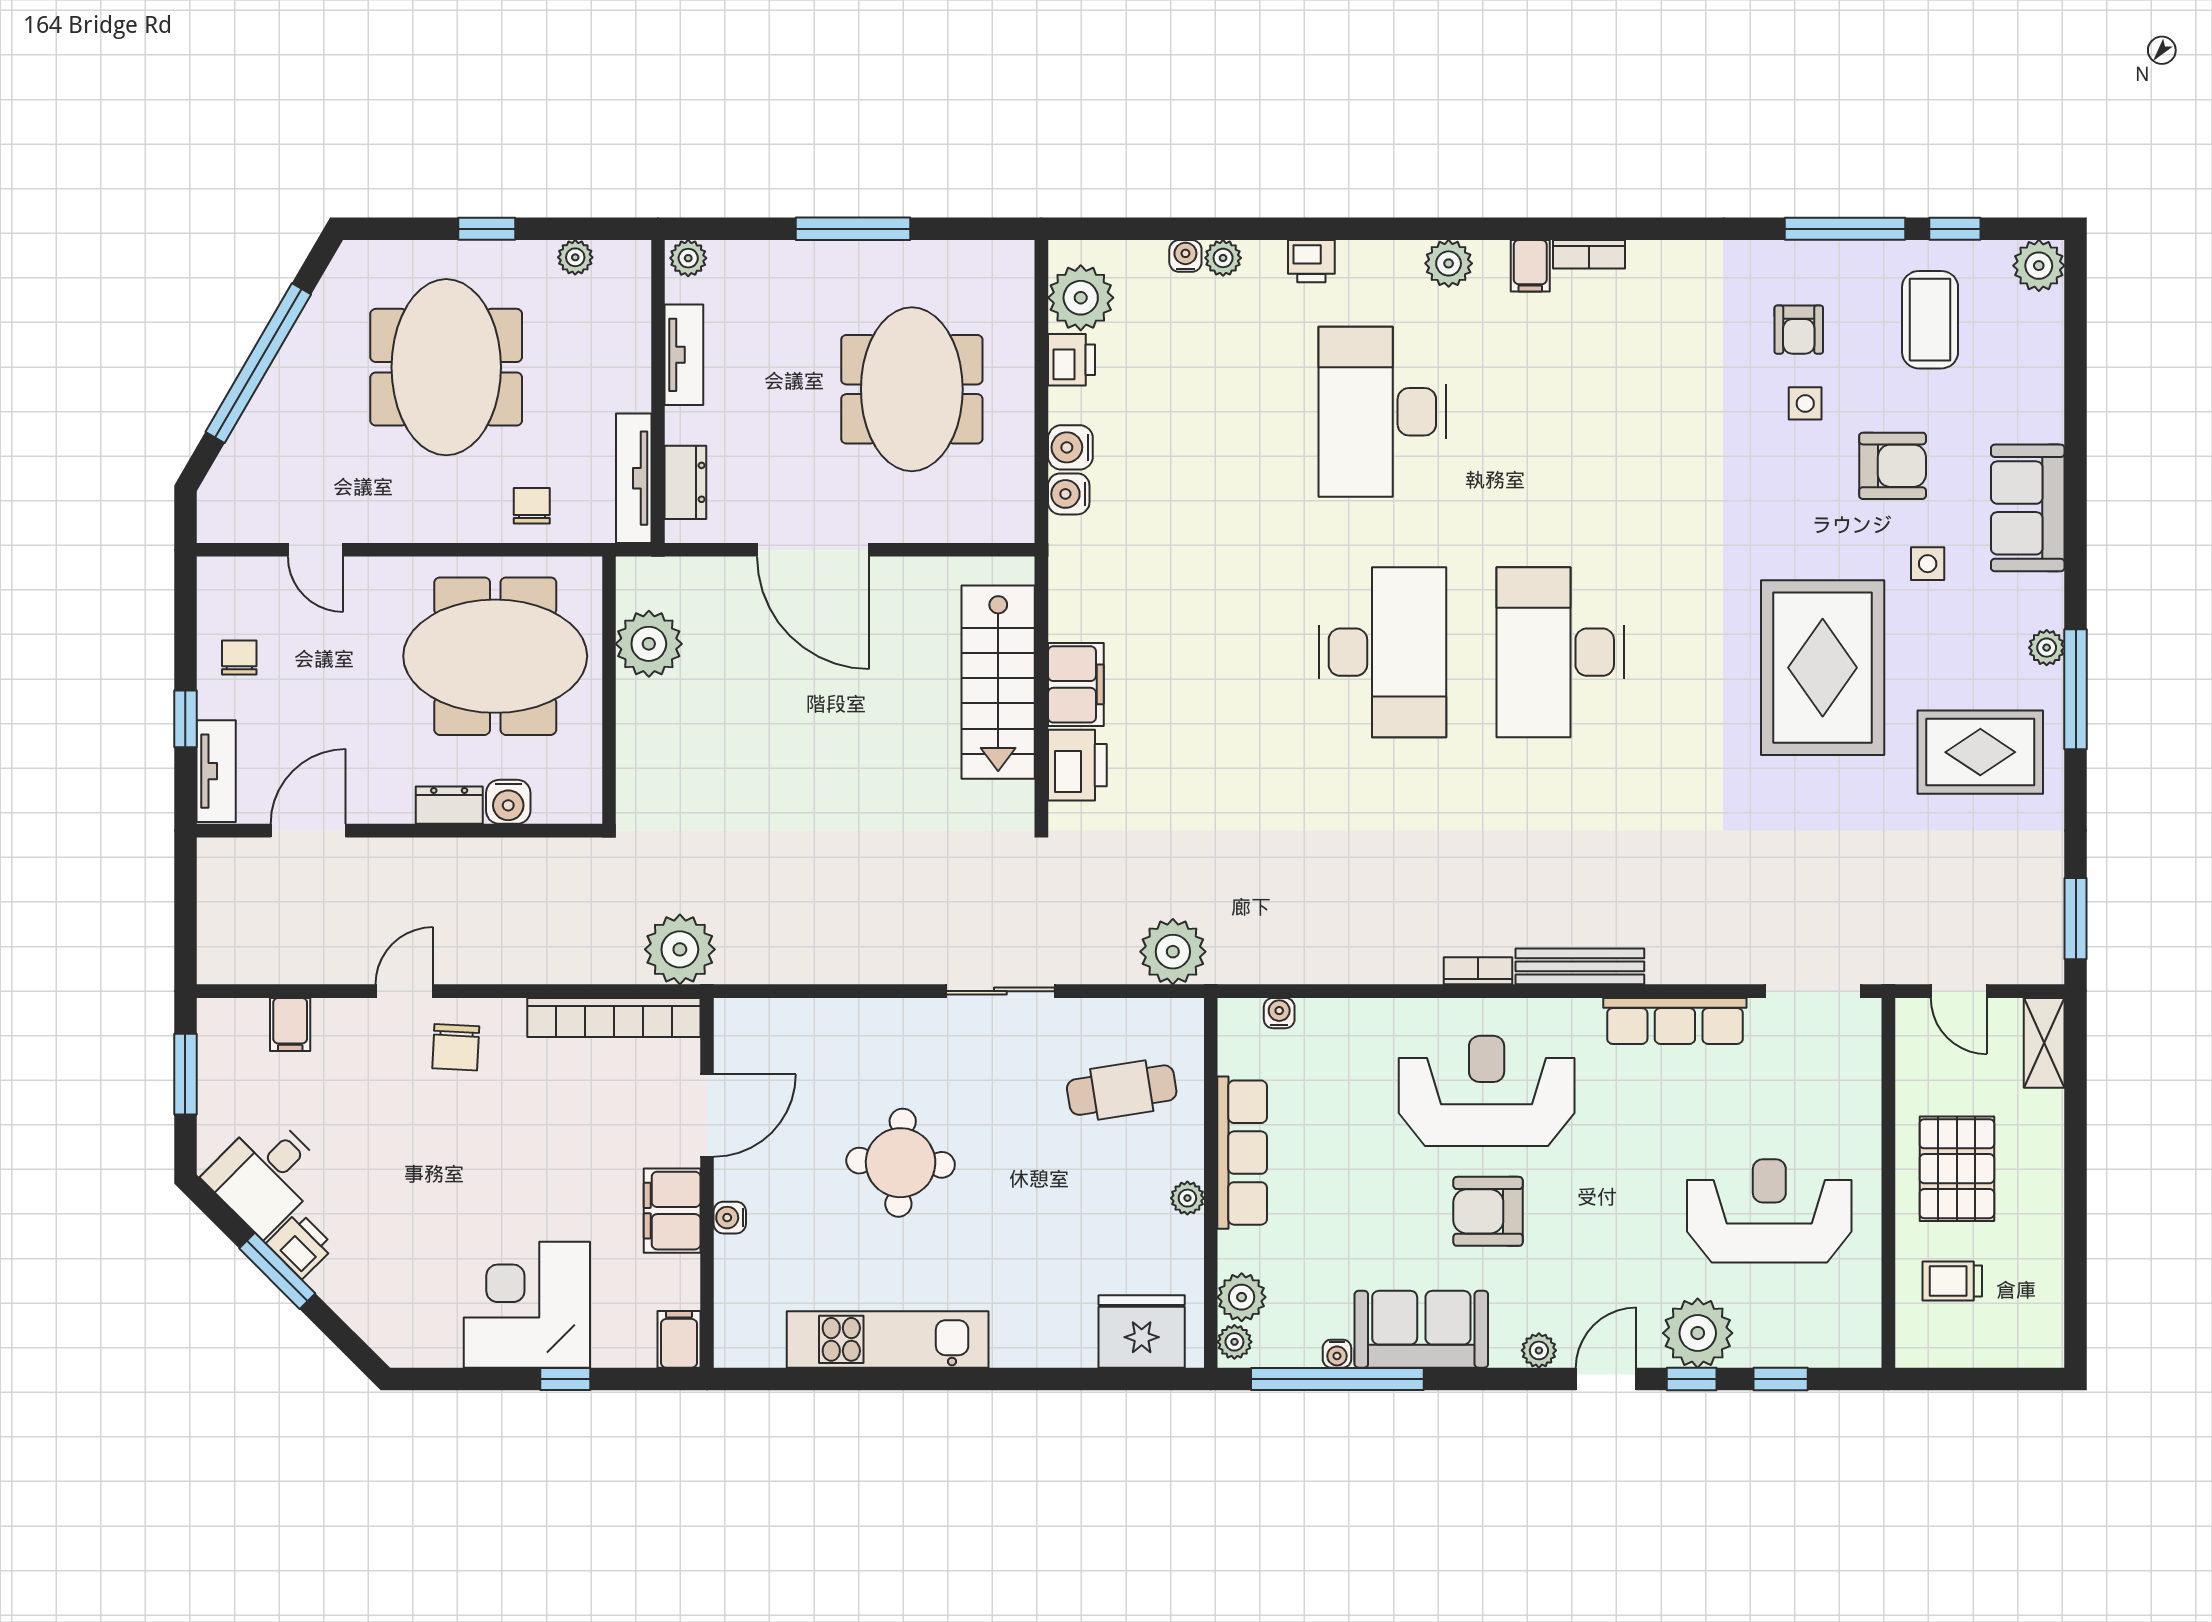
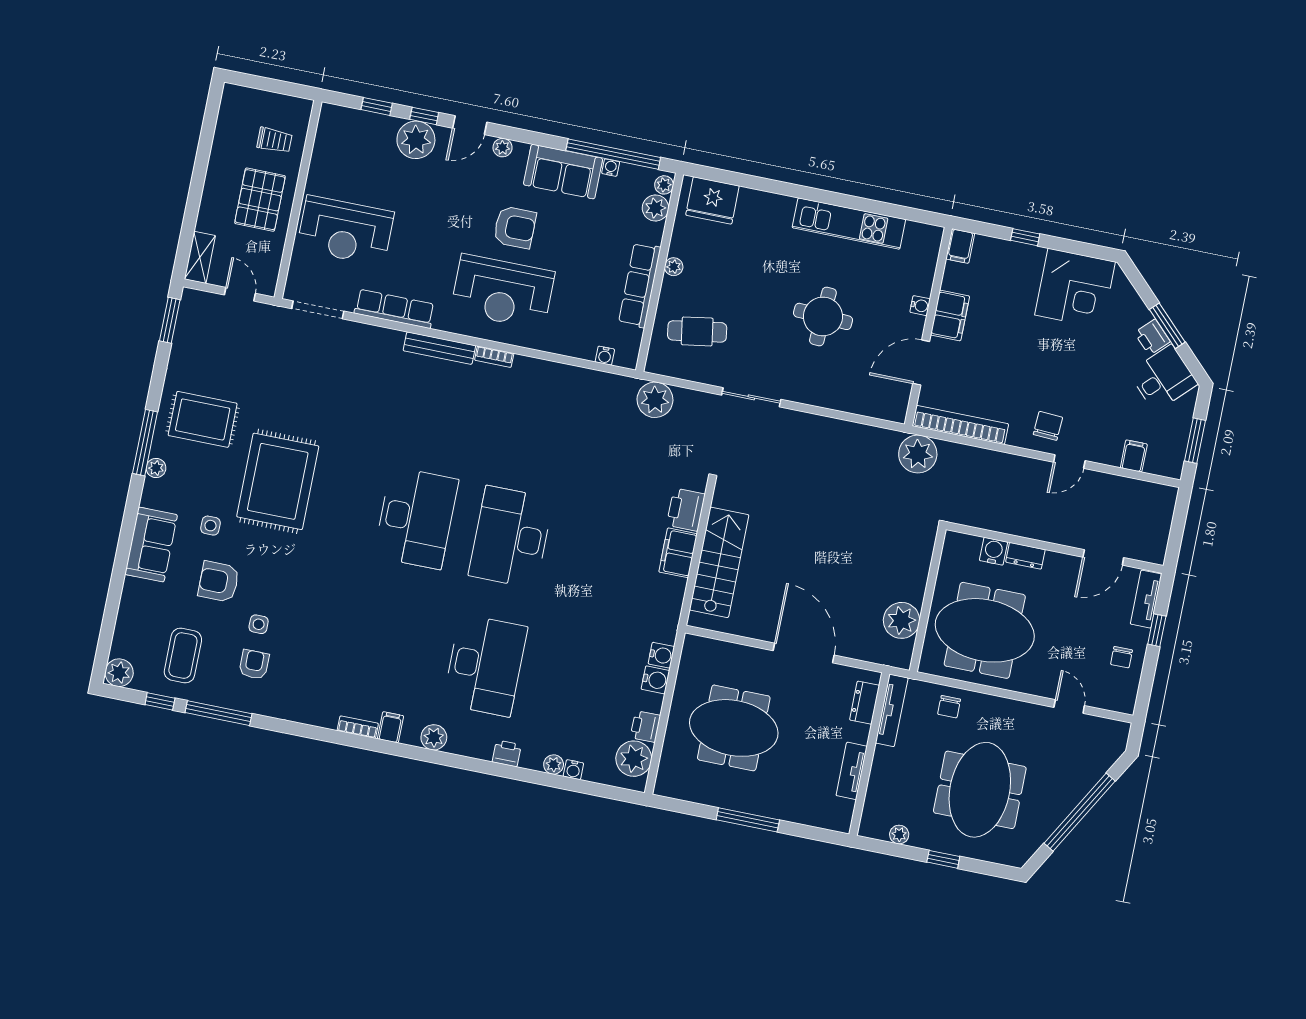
plant: (688, 258) -> (839, 822), removed
meeting table: (912, 389) -> (734, 728), turned 90
reception desk: (1769, 1211) -> (345, 231), moved
corner desk: (527, 1305) -> (1075, 288), moved

